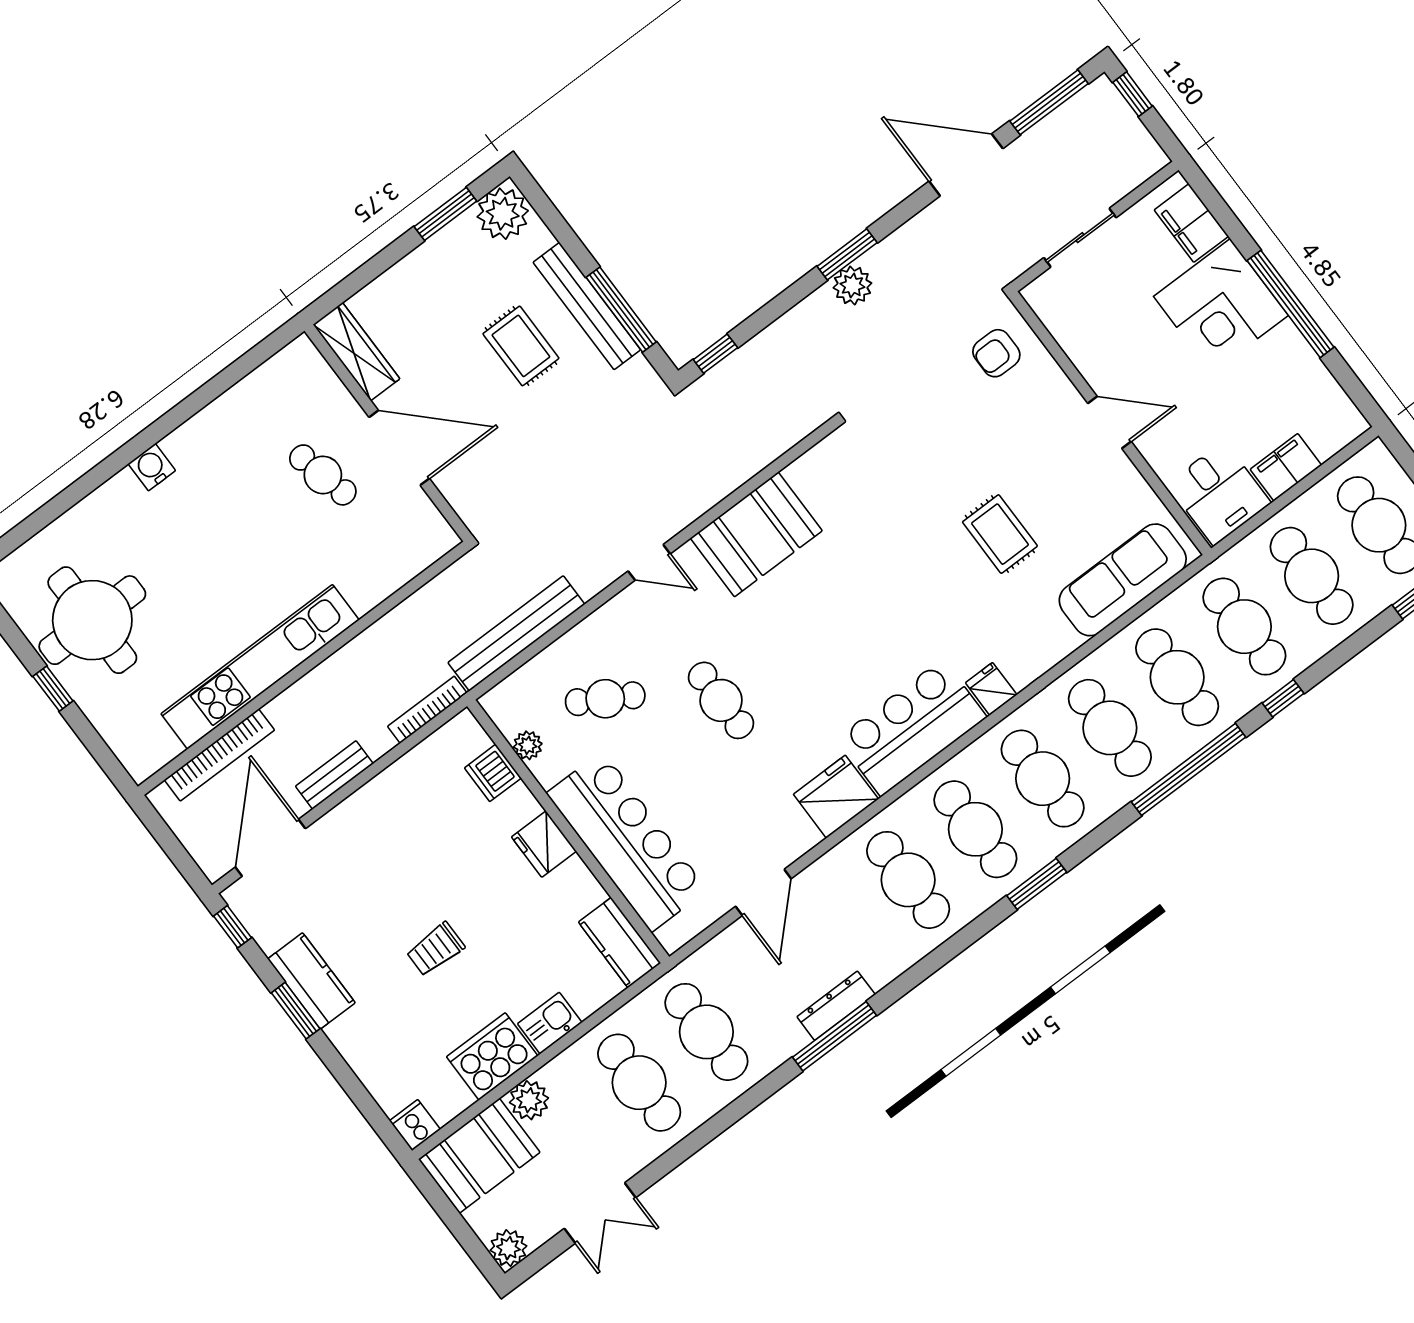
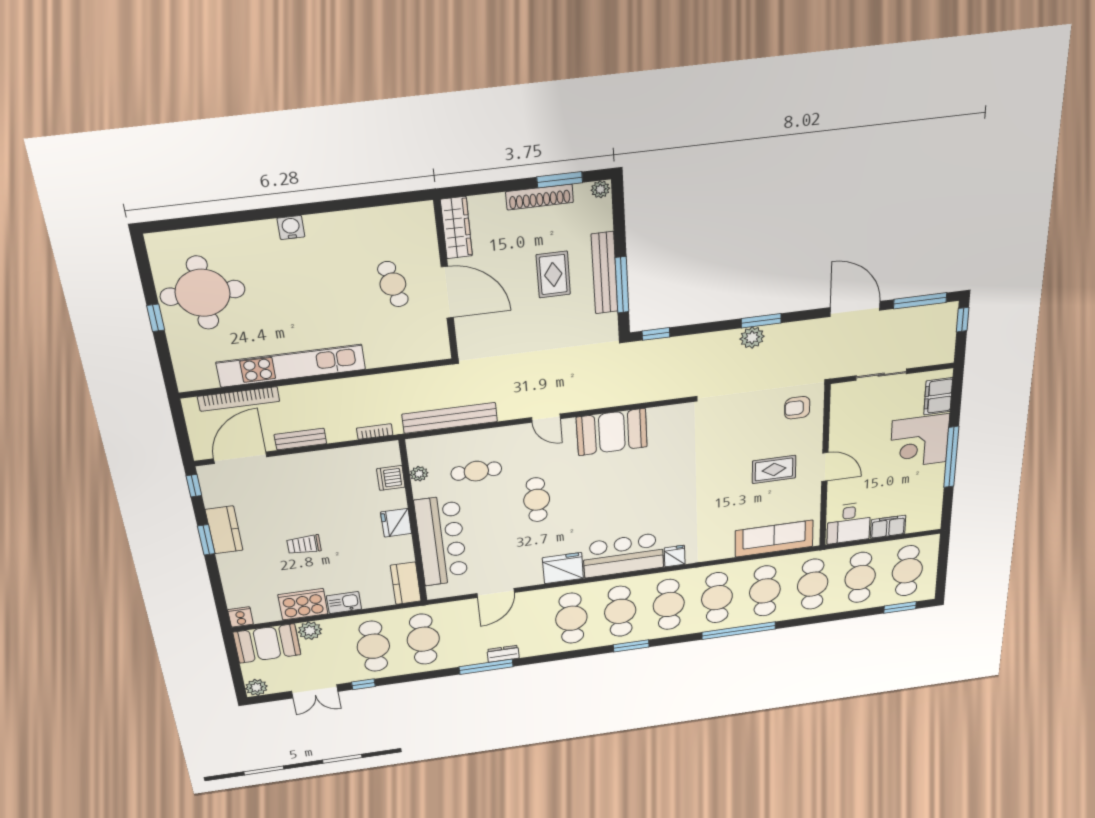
plant: (503, 214) -> (600, 189), width x0.53, depth x0.53
shoe rack: (435, 251) -> (540, 197), added
rug: (1000, 534) -> (774, 469), moved, turned 90
window: (1283, 698) -> (363, 684), moved
cafe table: (605, 699) -> (476, 471), turned -30
bookcase: (427, 710) -> (375, 432), width x0.64
dresser: (836, 1006) -> (503, 654), width x0.70

